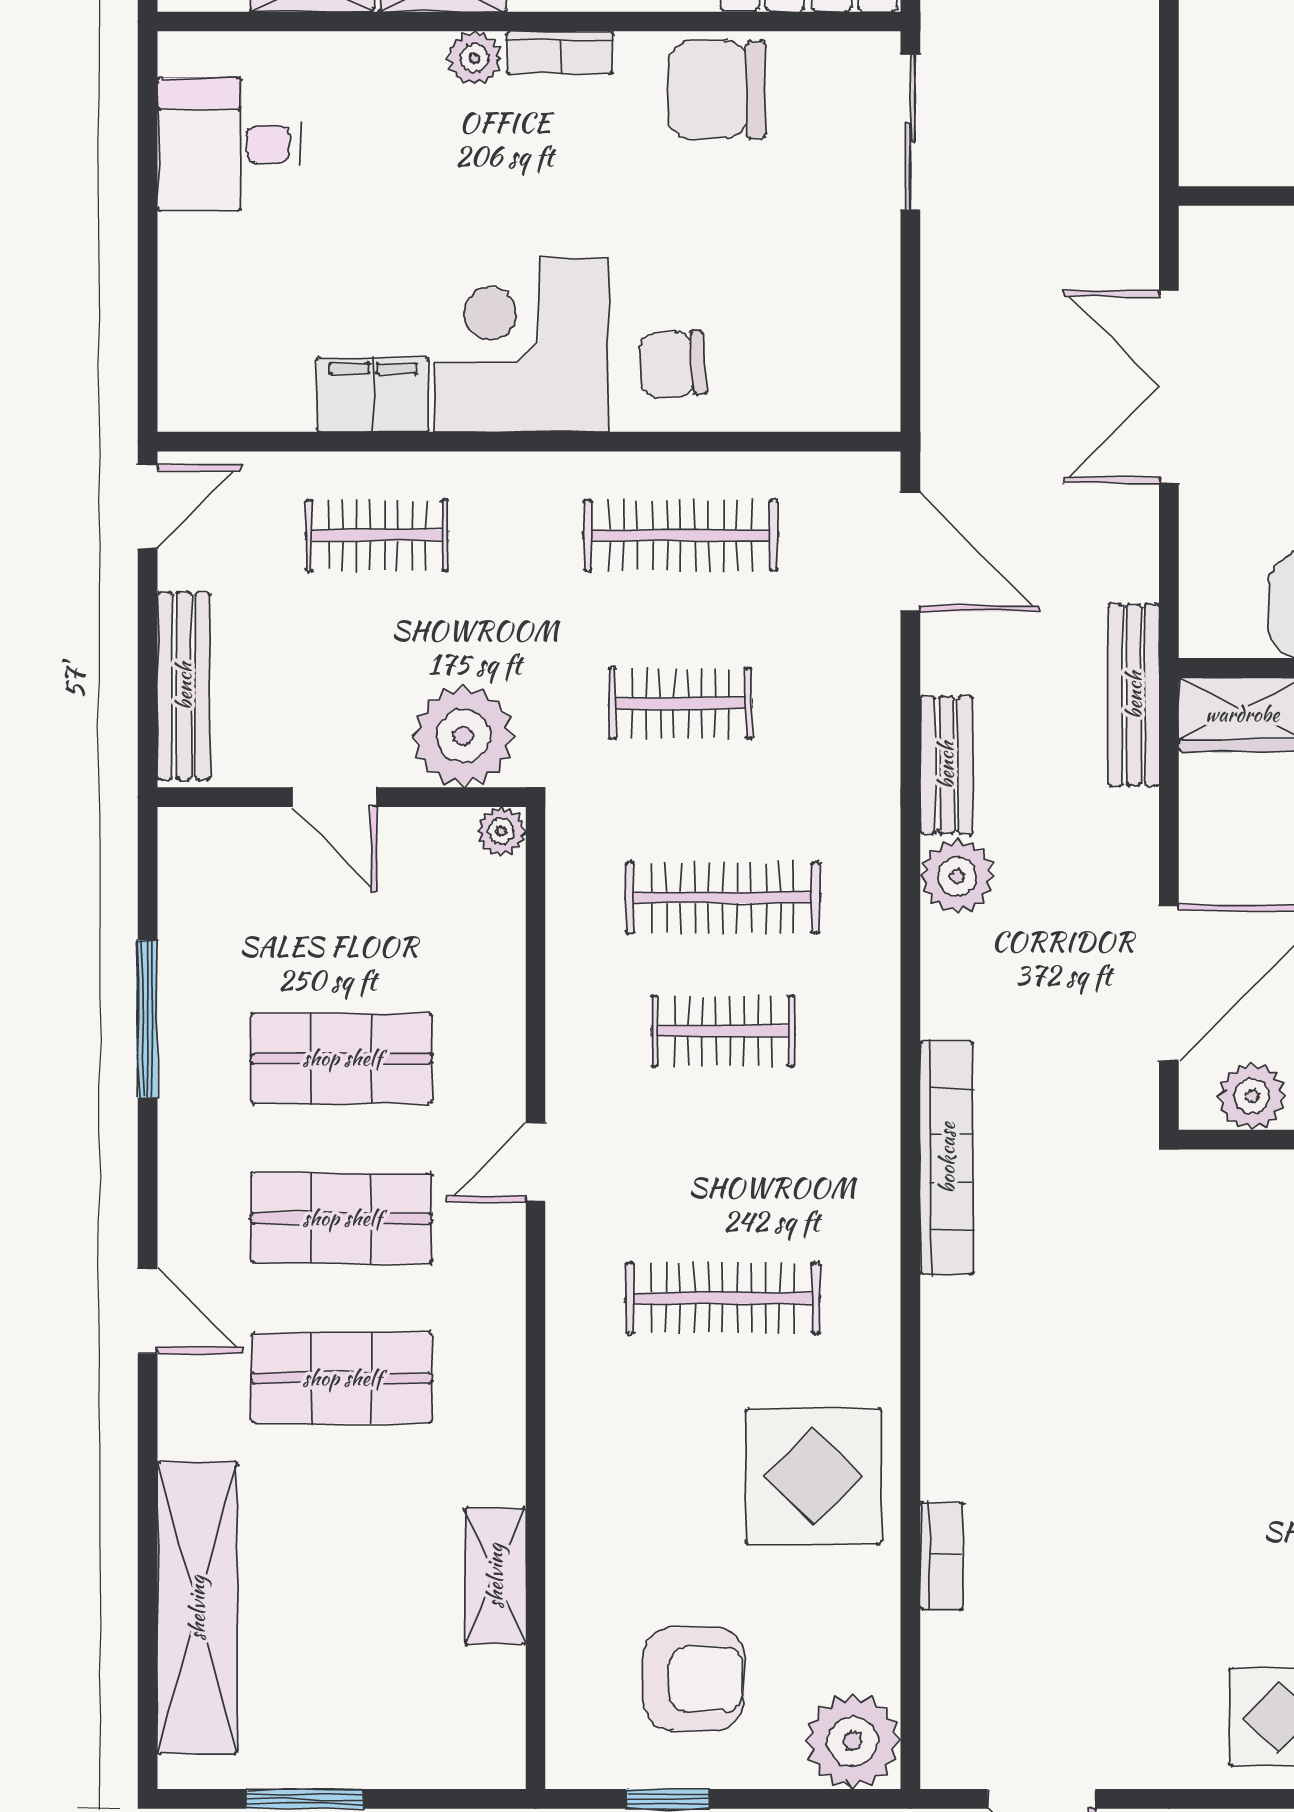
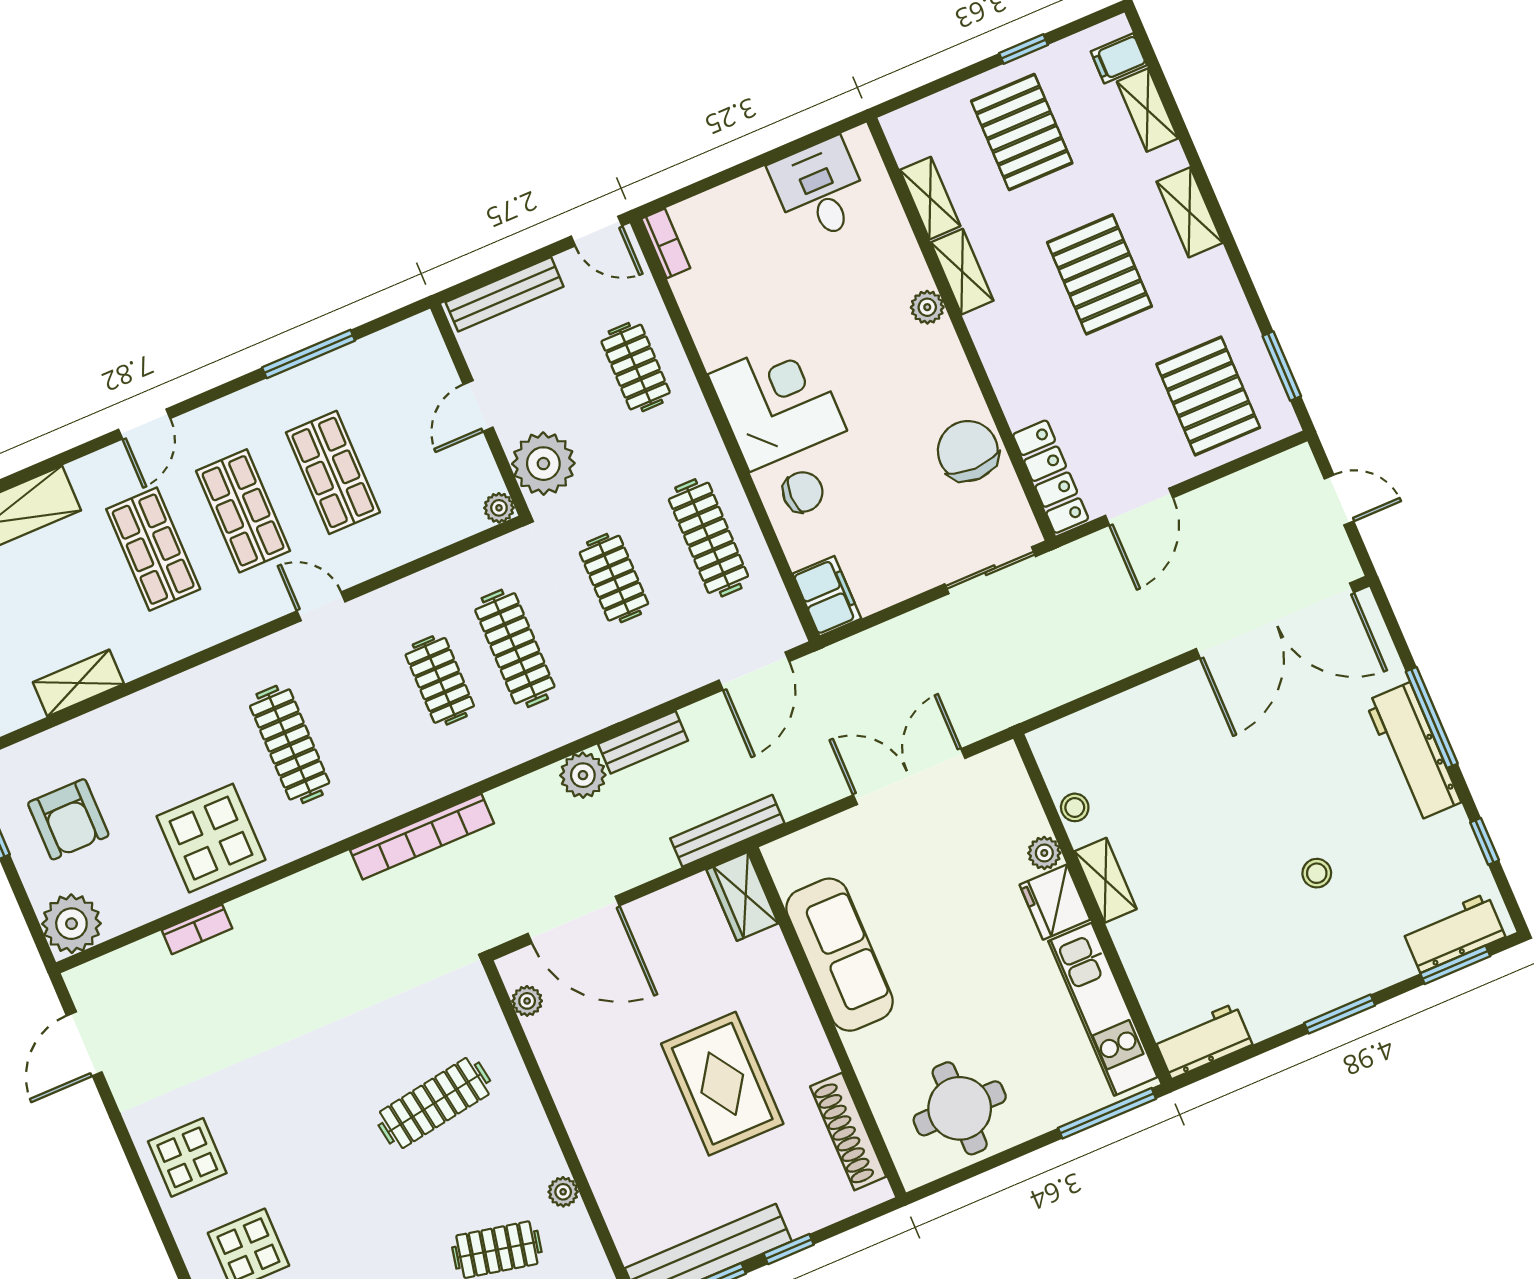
bookcase: (560, 52) -> (666, 243), moved, turned 180
chair: (672, 364) -> (803, 492), turned 94
filing cabinet: (373, 395) -> (827, 596), moved
plant: (1252, 1096) -> (527, 1001), width x0.73, depth x0.73

